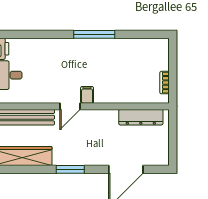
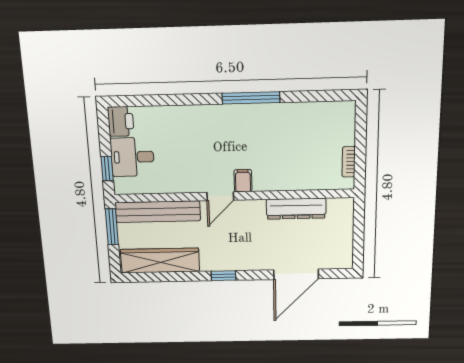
dresser: (141, 117) -> (296, 209), moved
window: (70, 169) -> (223, 276), width x0.67

